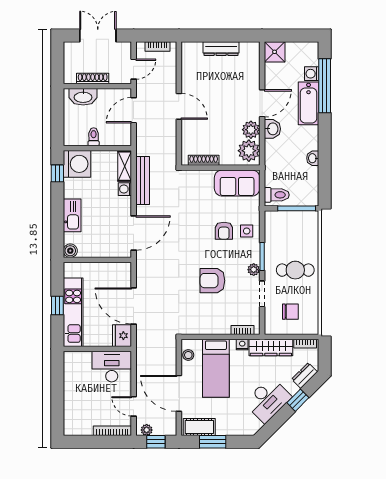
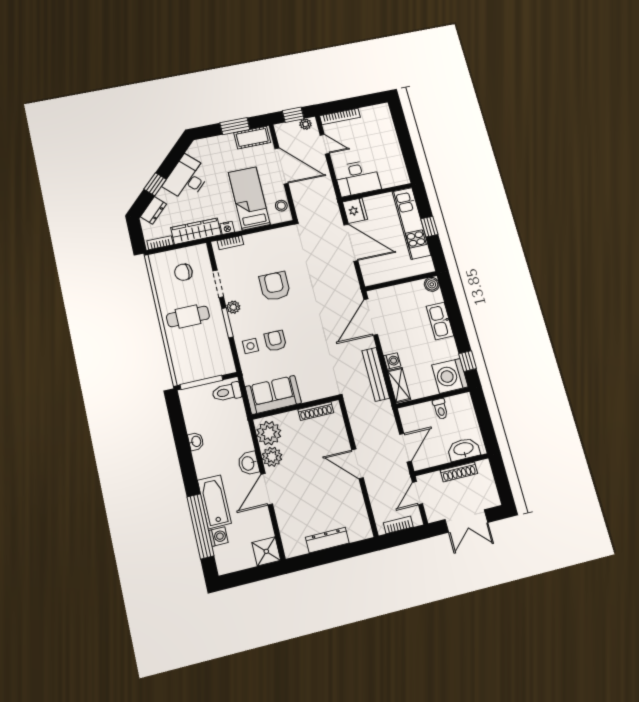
armchair: (212, 281) -> (275, 286), turned -90

